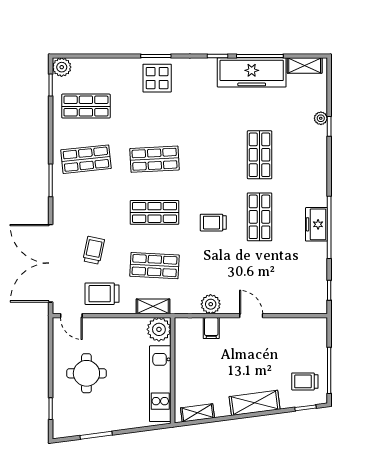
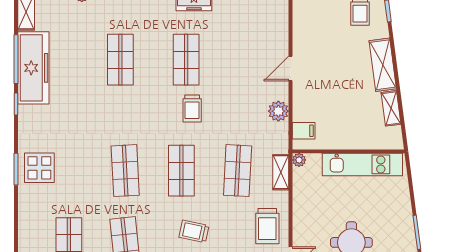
shop shelf: (260, 155) -> (120, 60), turned 90
shop shelf: (260, 217) -> (186, 60), turned 90
trolley: (94, 250) -> (194, 231), moved
filing cabinet: (211, 328) -> (304, 131), moved
plant: (159, 329) -> (299, 160), width x0.53, depth x0.53
shelving: (198, 413) -> (391, 108), moved

